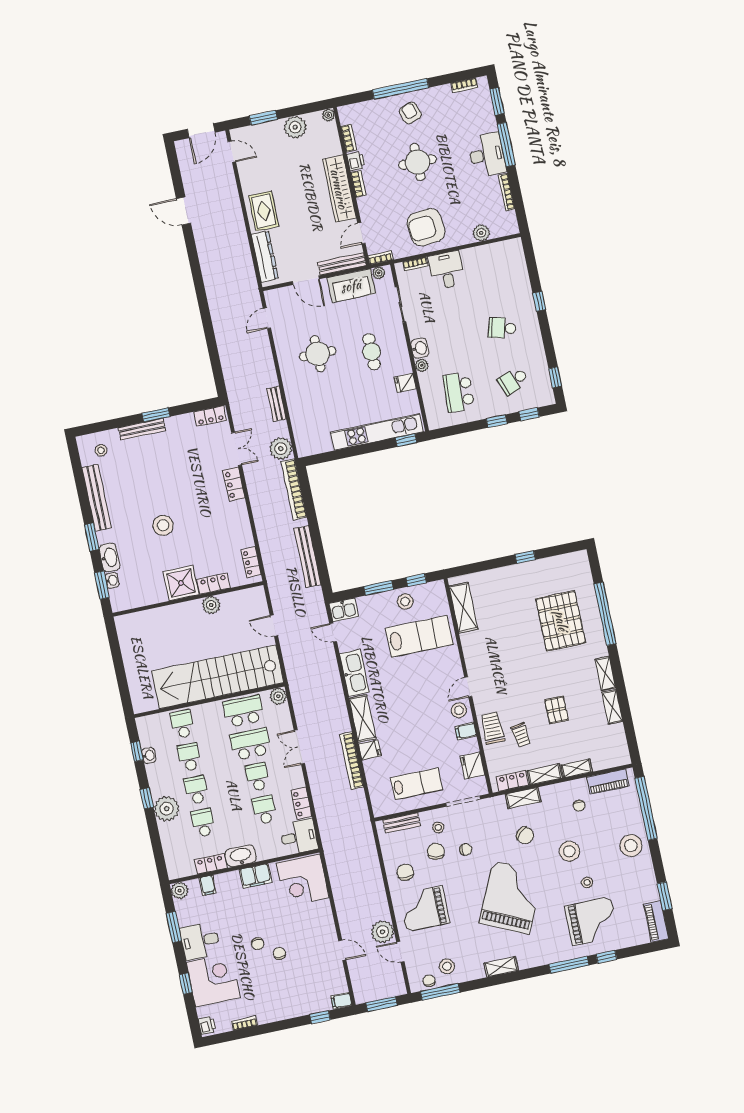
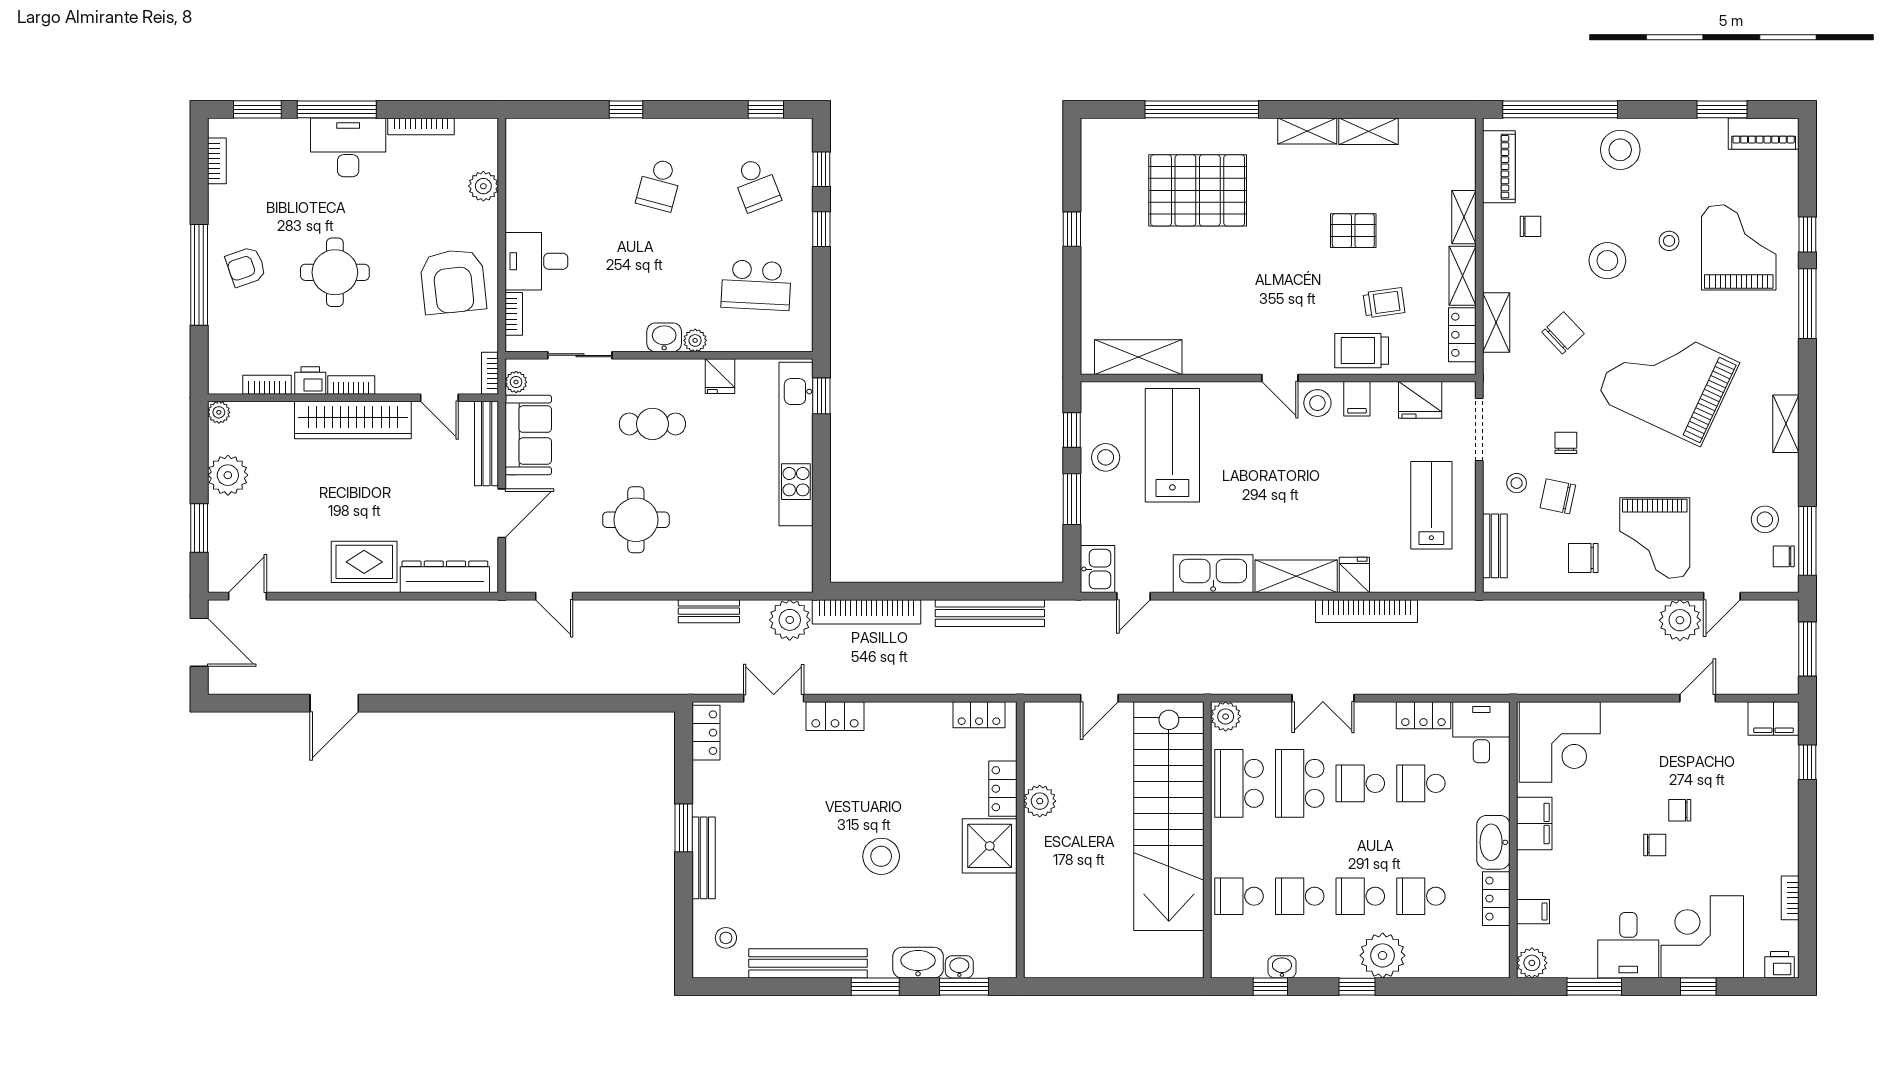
filing cabinet: (341, 1001) -> (1774, 718), width x2.00

